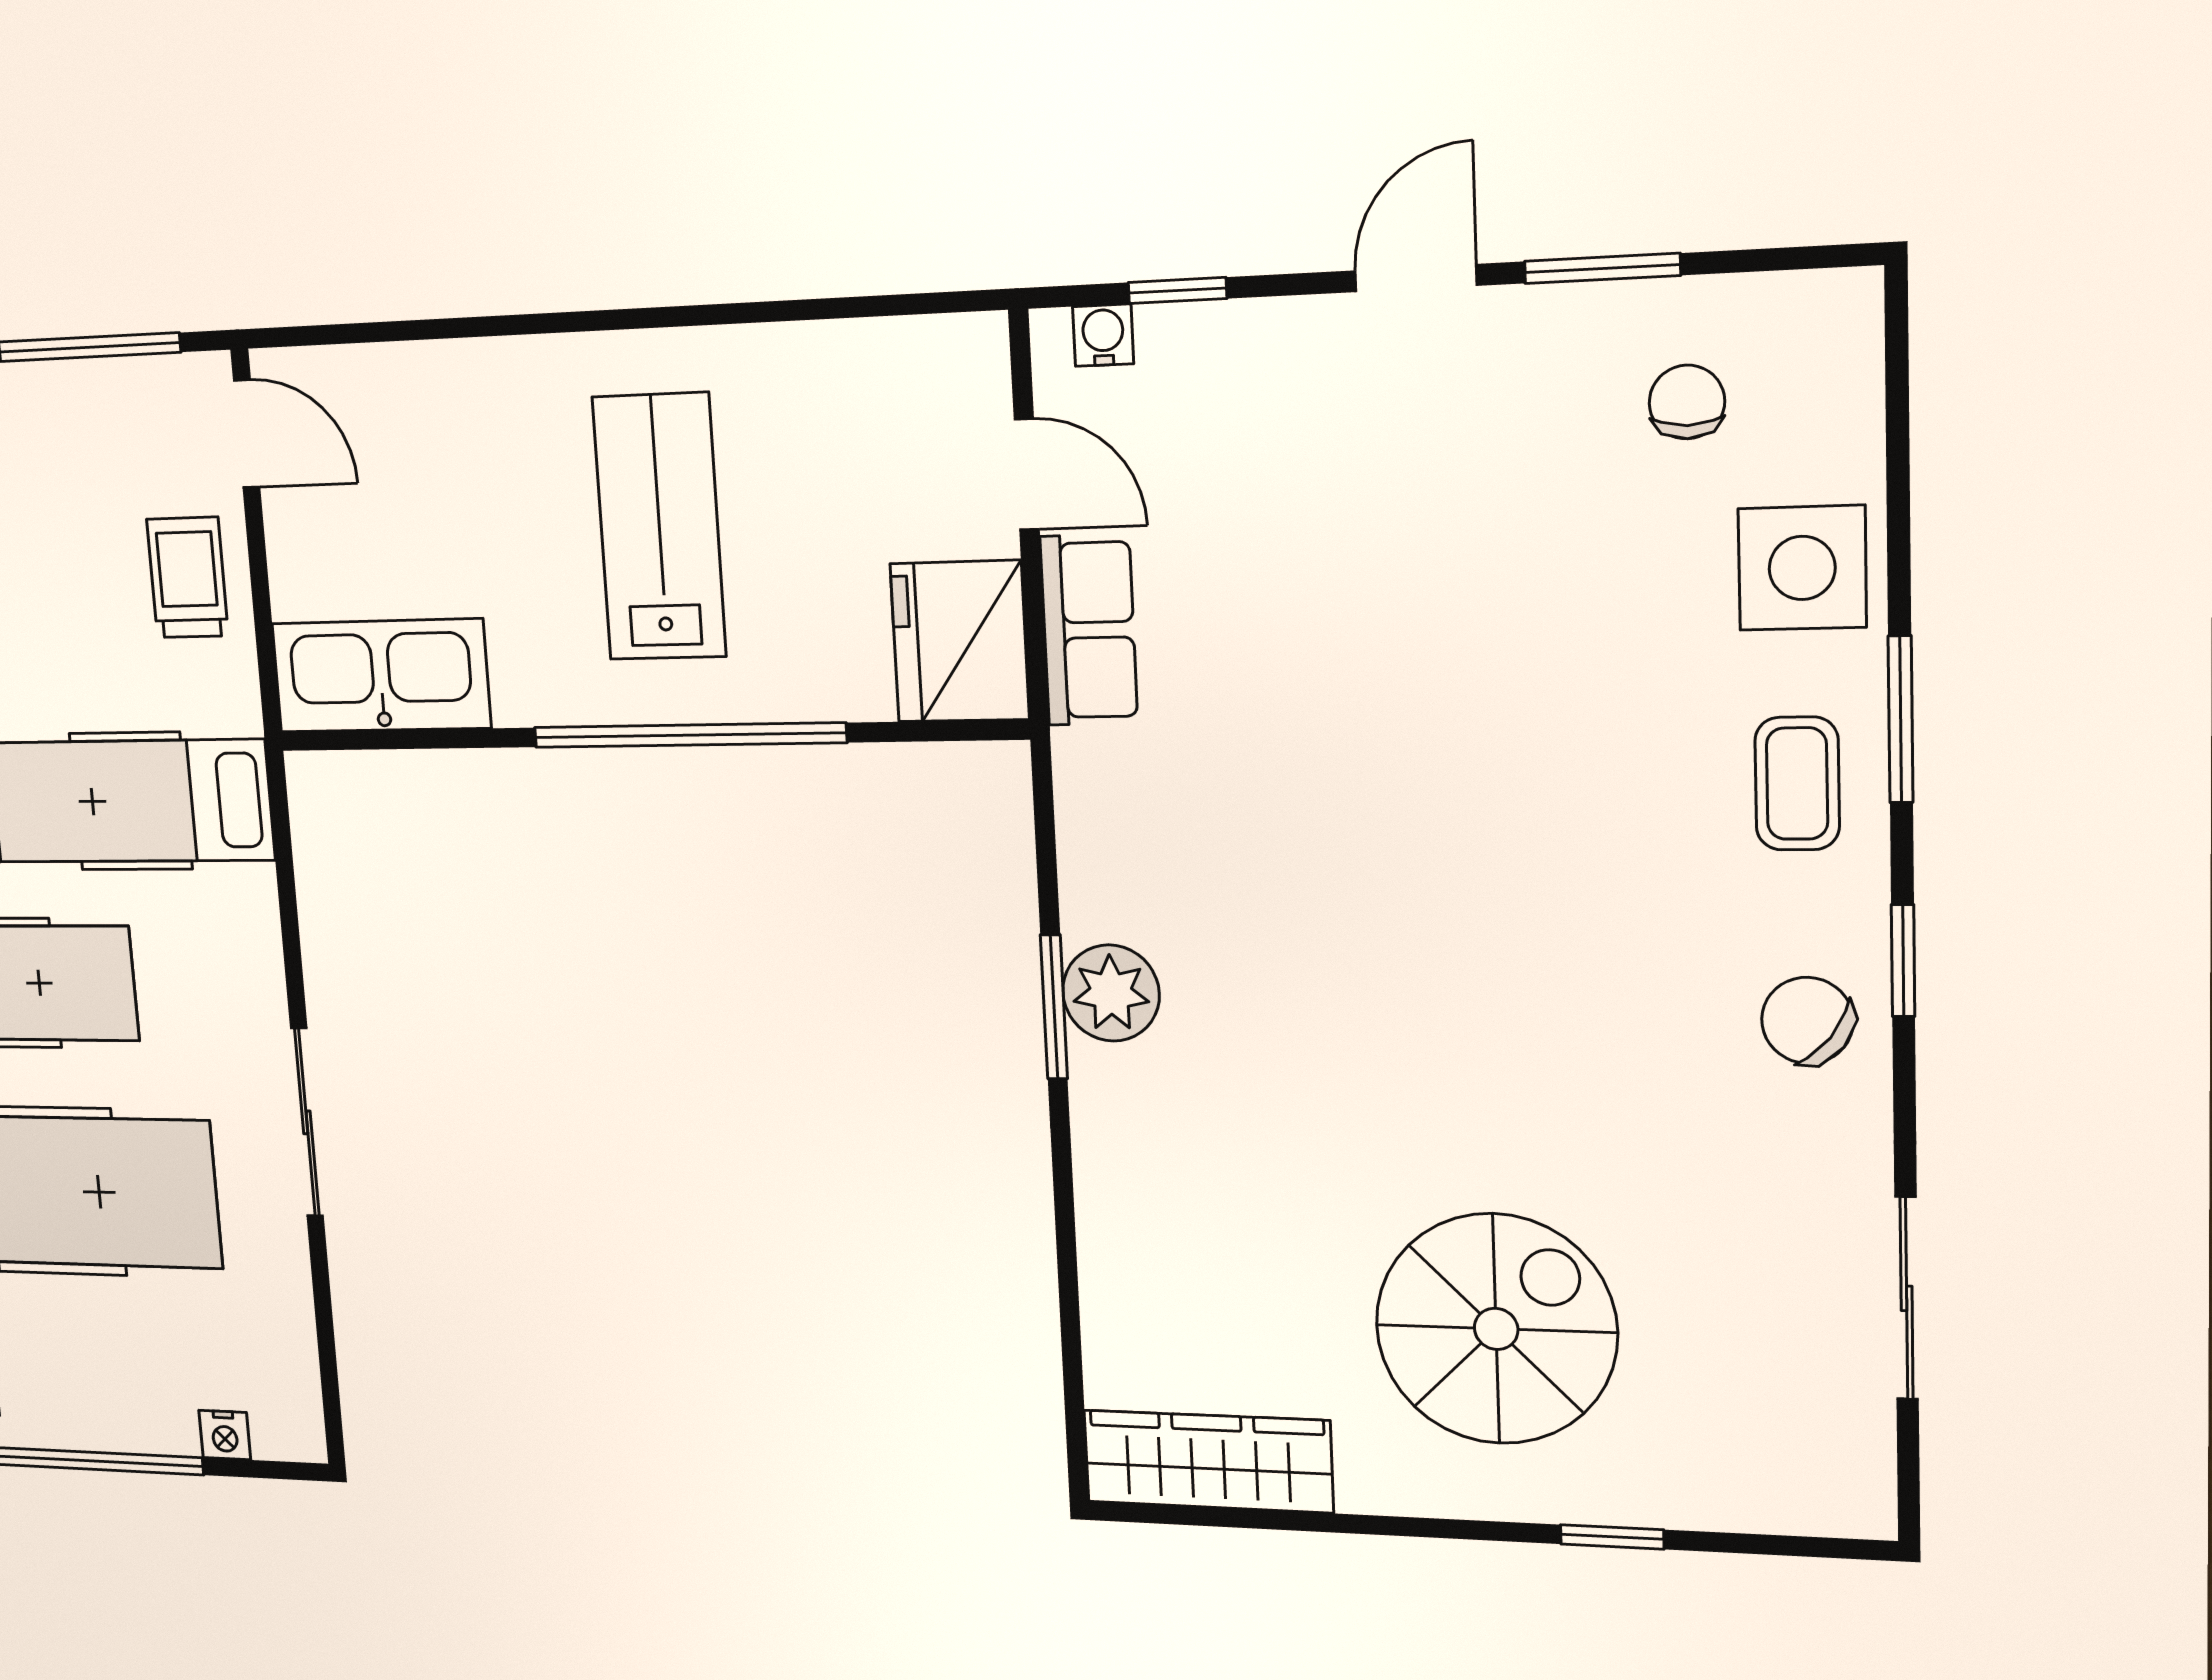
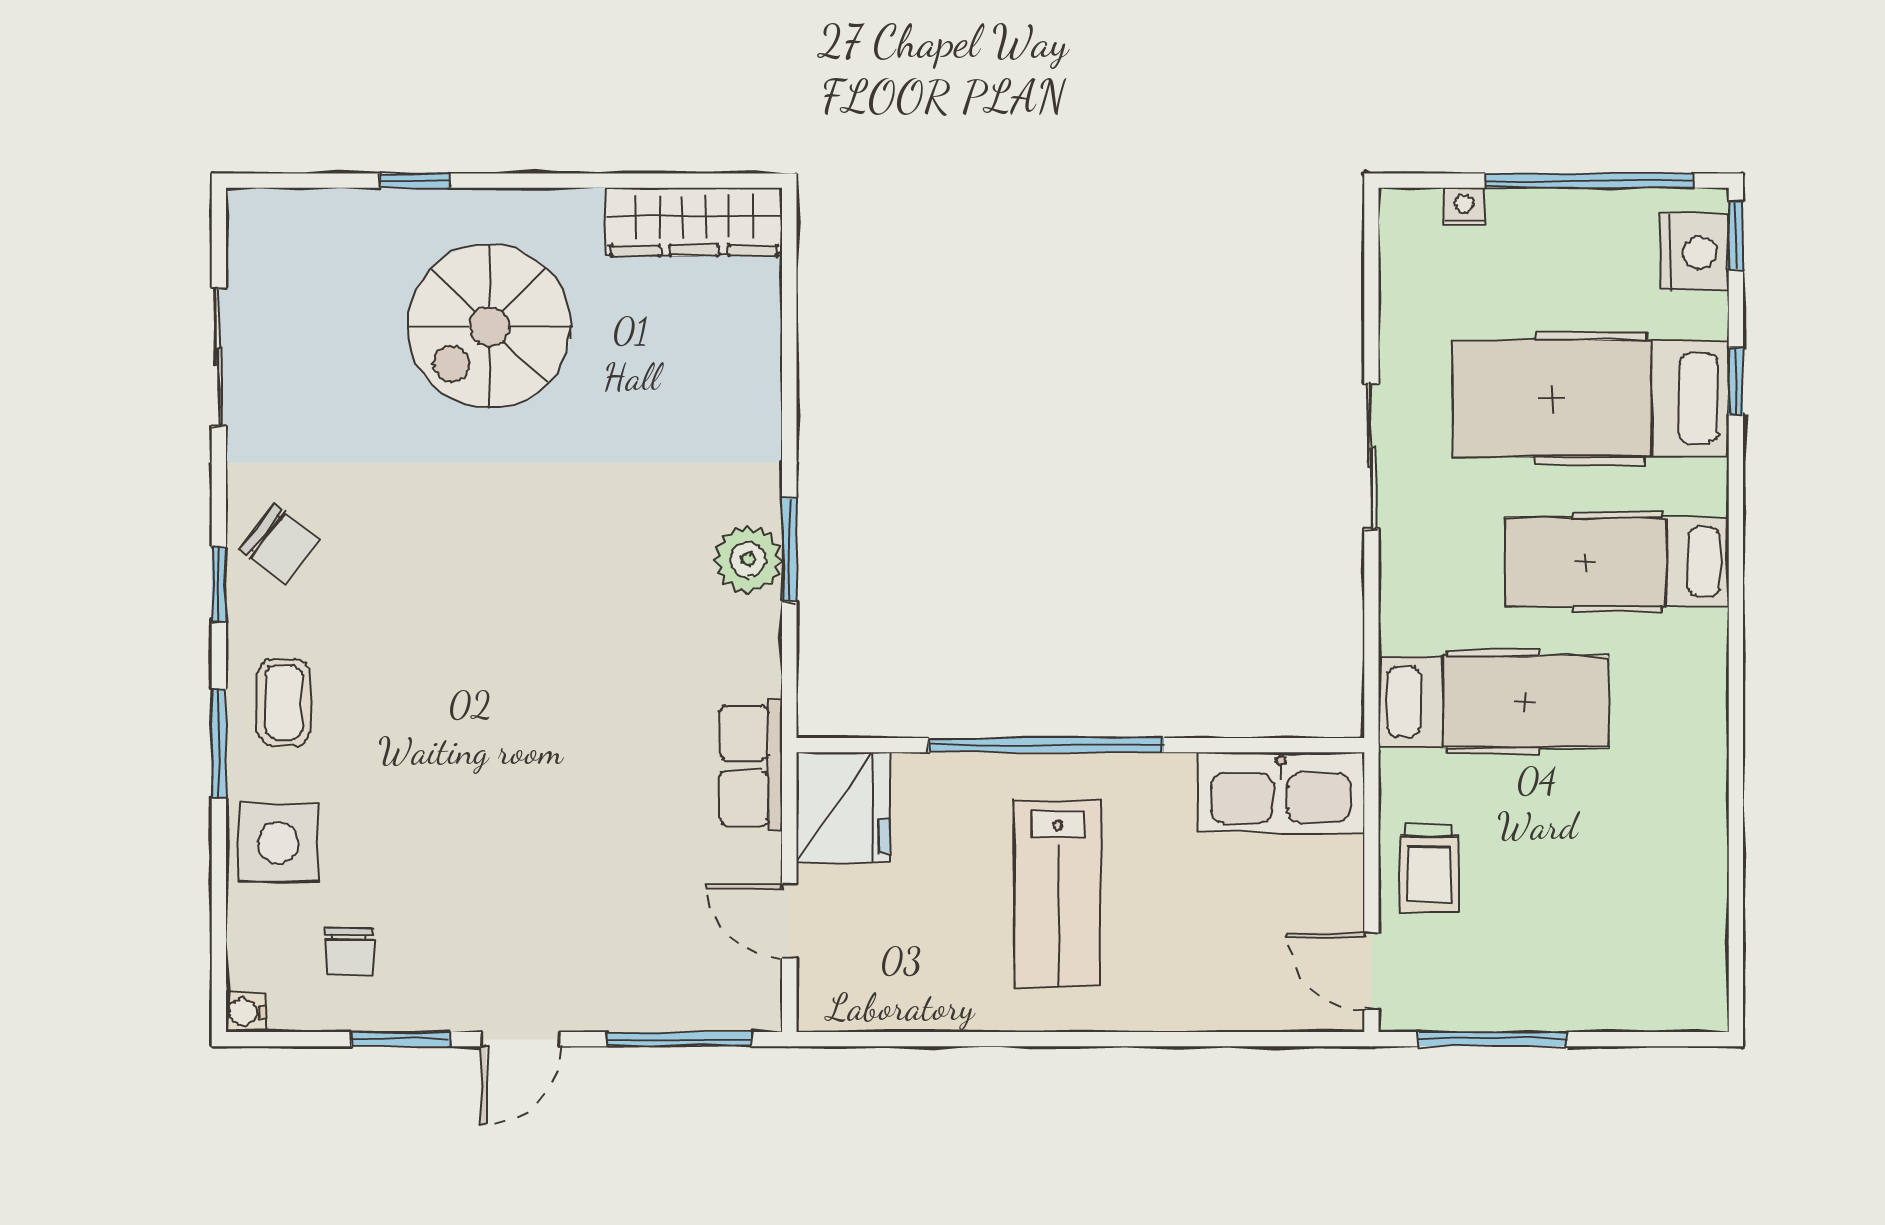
window: (1177, 290) -> (679, 1039), width x2.17
water cooler: (1103, 335) -> (246, 1012), moved, turned 90
row of seats: (1089, 630) -> (751, 765), moved

